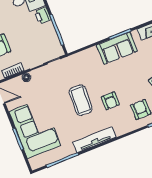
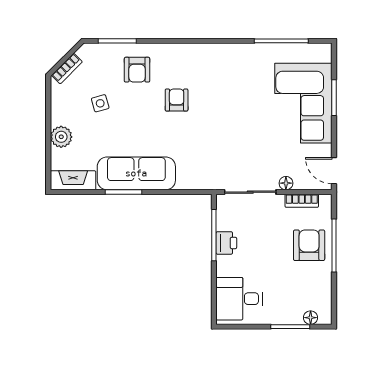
printer: (43, 16) -> (226, 243), moved
sofa: (117, 48) -> (136, 173), width x1.36
coffee table: (81, 100) -> (220, 118), removed
tv unit: (94, 140) -> (223, 52), removed

